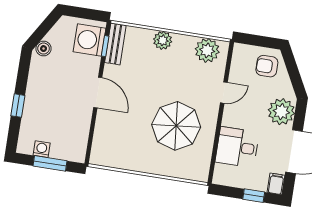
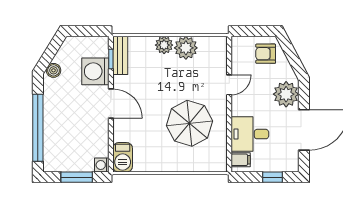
washing machine: (90, 40) -> (95, 71), moved
plant: (207, 50) -> (186, 48), moved
window: (18, 106) -> (38, 128), width x3.17
washing machine: (42, 149) -> (102, 165), moved, turned -90
barbecue: (101, 150) -> (123, 157), added
filing cabinet: (276, 184) -> (241, 160), moved, turned 90

